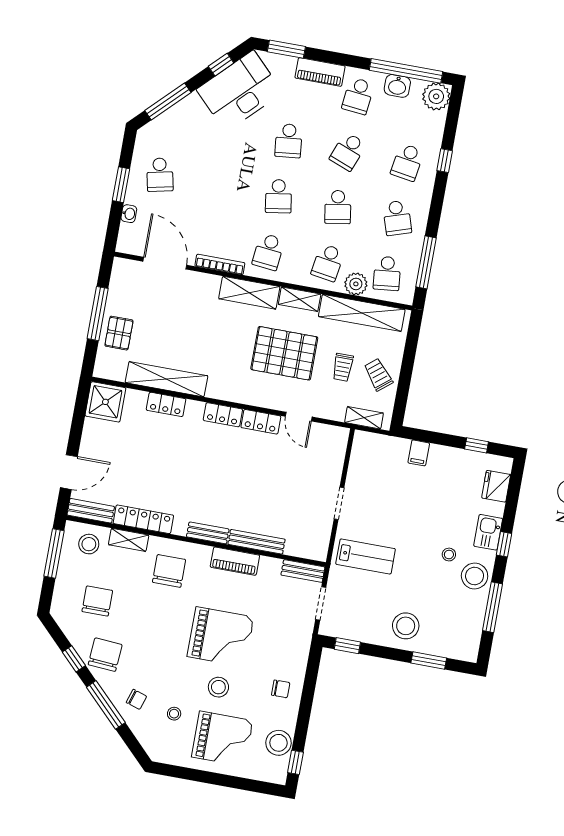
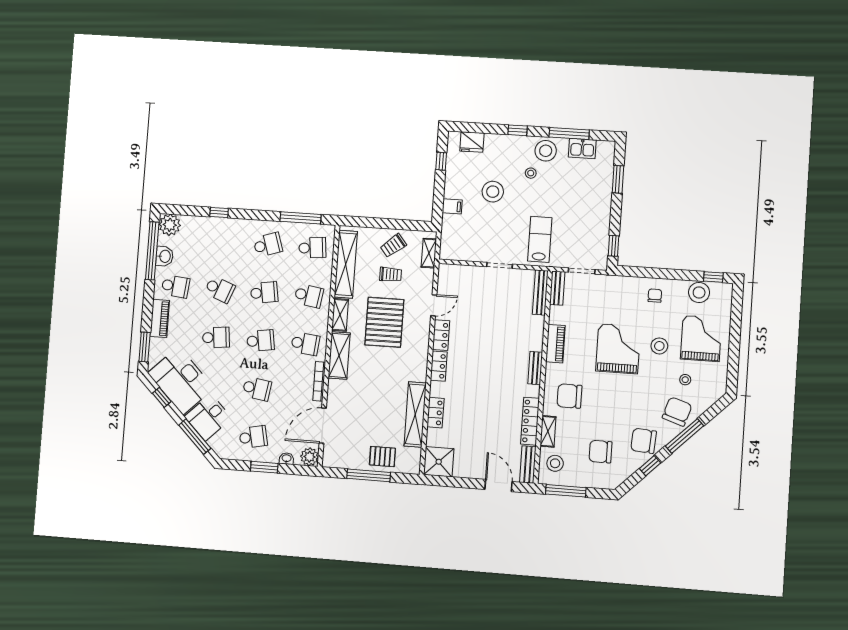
desk: (190, 121) -> (208, 417), added
school desk: (407, 162) -> (257, 389), moved
plant: (356, 284) -> (310, 457), moved
kitchen sink: (488, 532) -> (582, 149), moved
bench: (257, 542) -> (540, 292), moved
stool: (406, 626) -> (493, 192), moved
chair: (136, 699) -> (677, 411), width x1.87, depth x1.87

